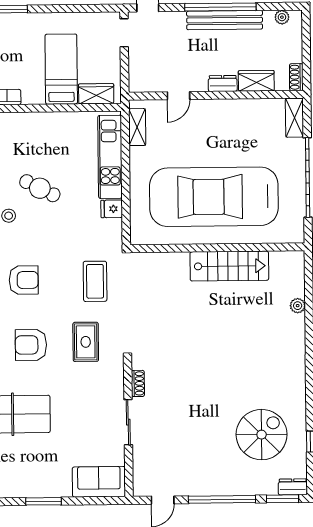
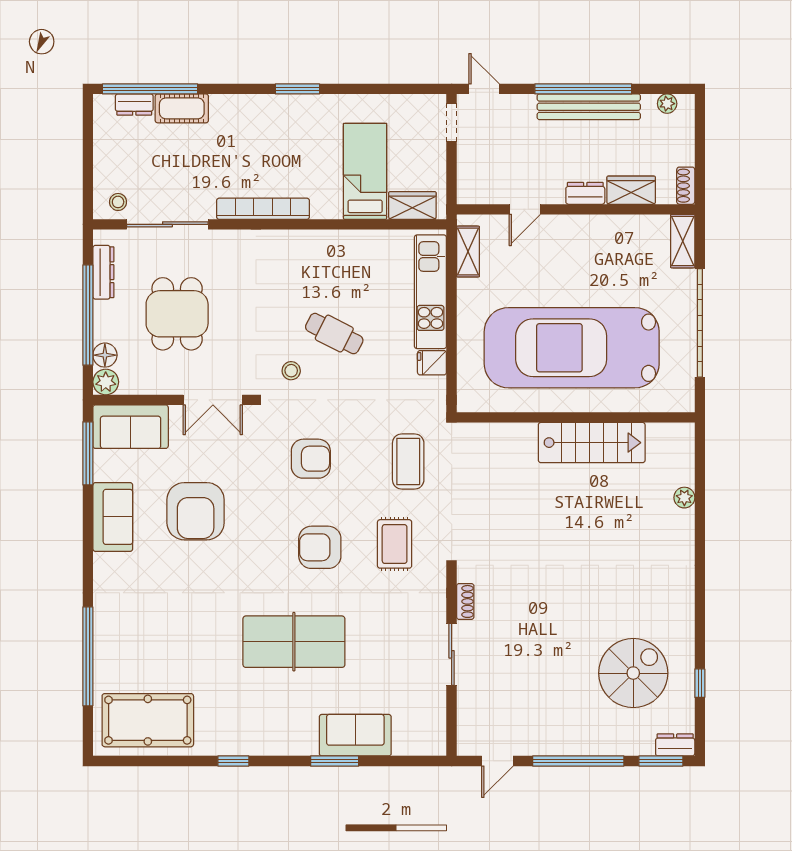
sofa: (99, 482) -> (355, 735), moved

